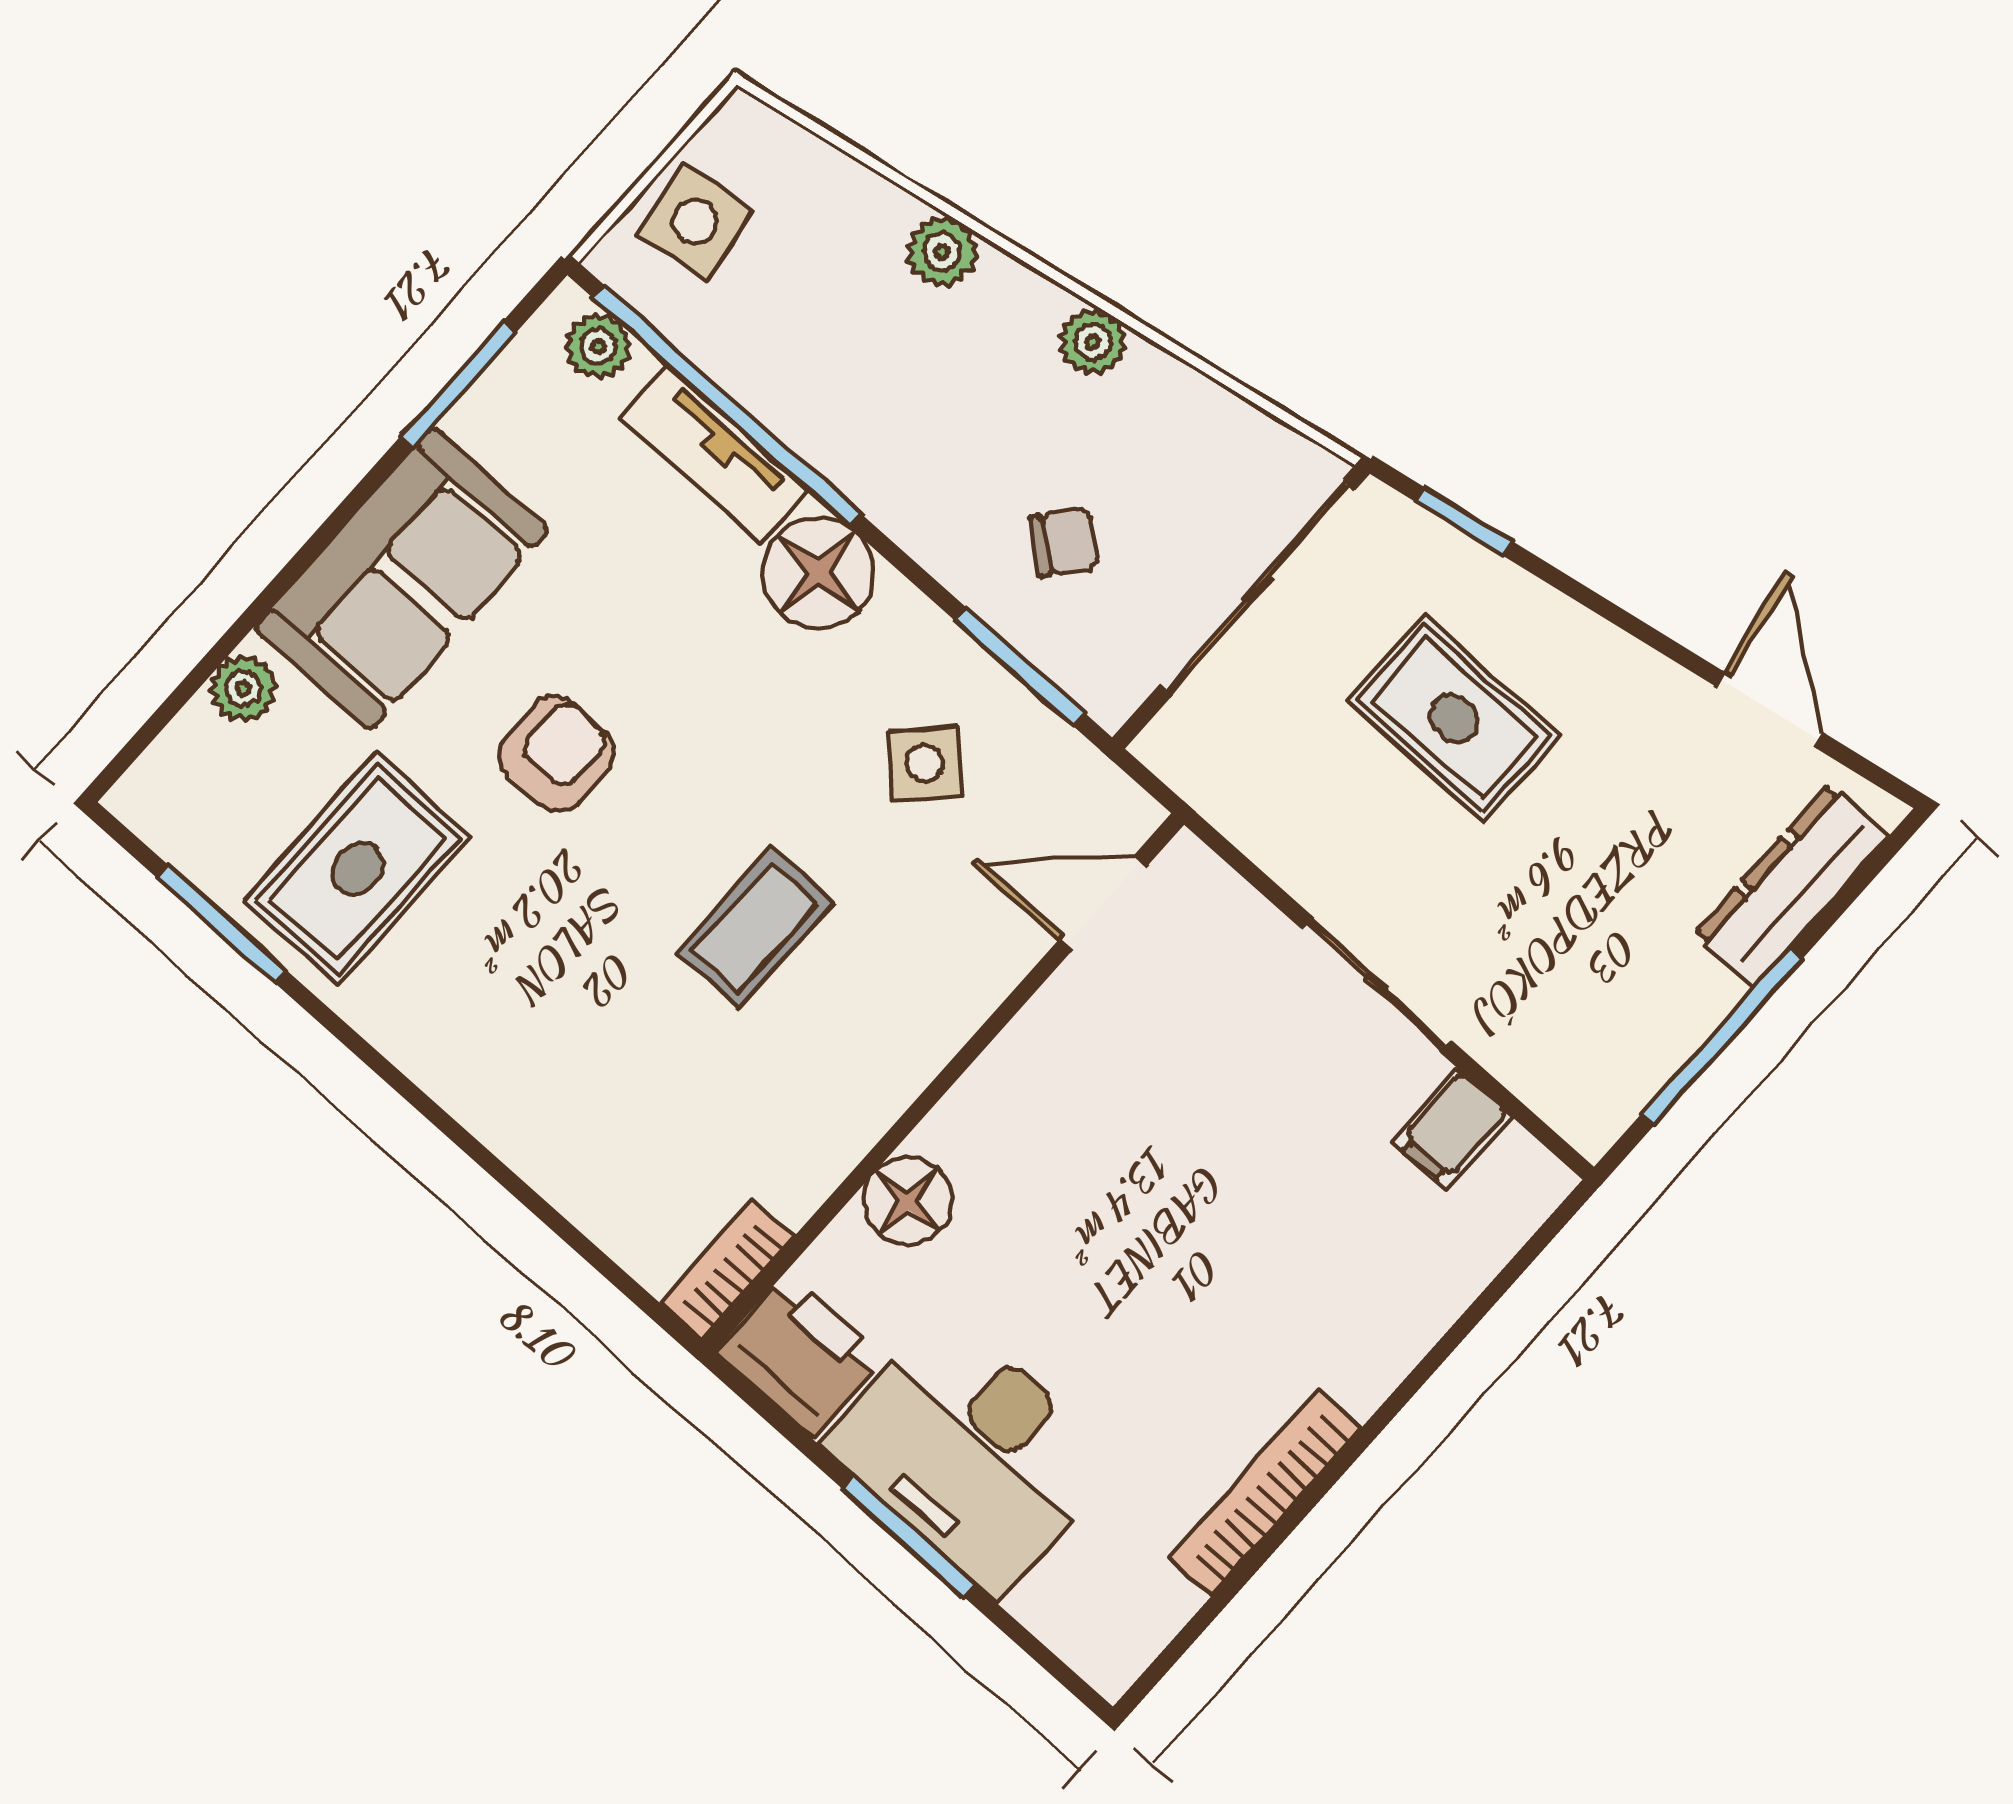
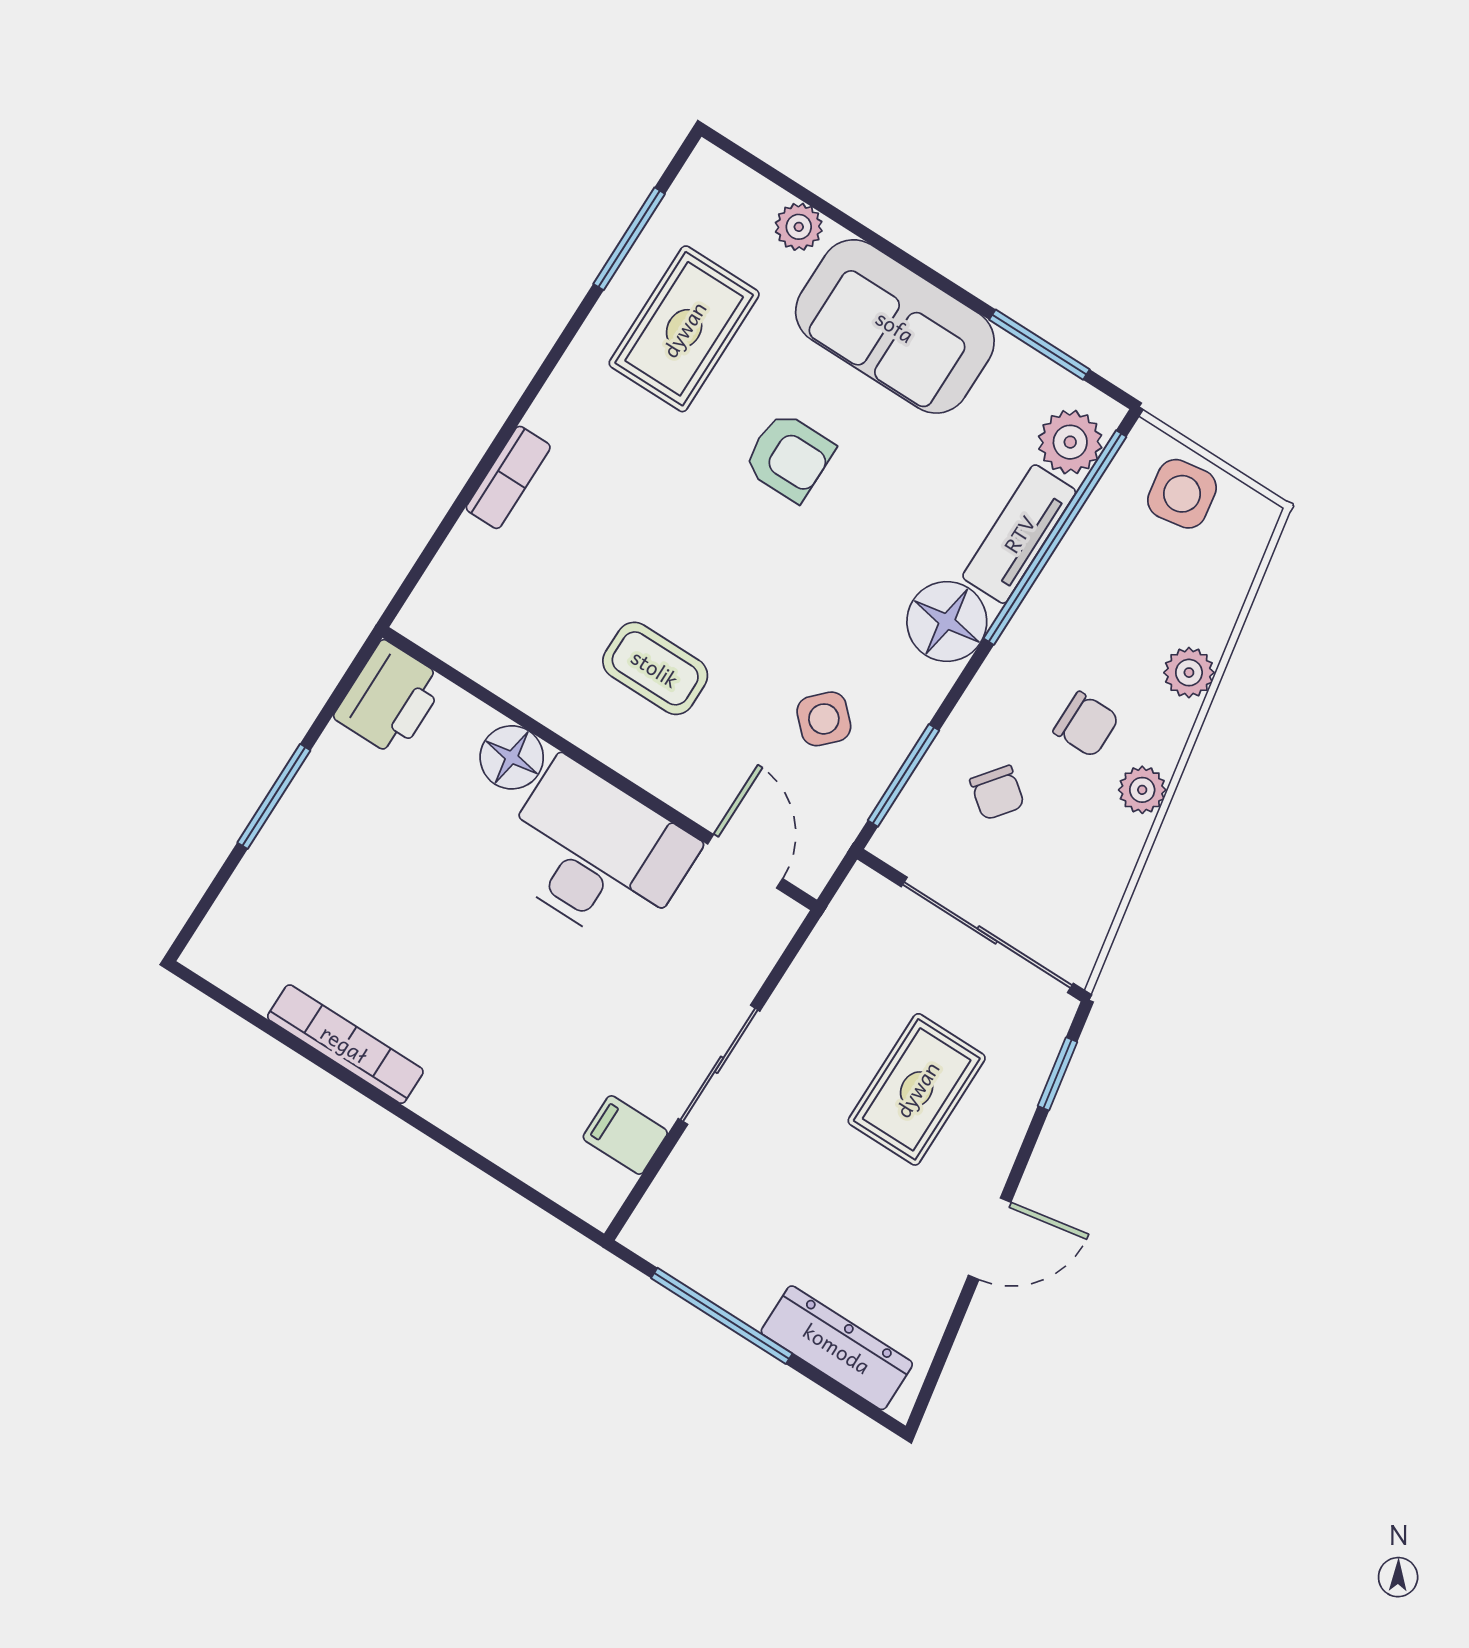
plant: (598, 346) -> (1070, 442), width x1.38, depth x1.38
chair: (990, 404) -> (1086, 724), added
door: (1769, 709) -> (990, 1239), moved
rug: (358, 869) -> (684, 329), turned 90
coffee table: (755, 928) -> (655, 668), moved
bookcase: (727, 1270) -> (508, 477), moved, turned 90
desk: (971, 1453) -> (596, 854), moved, turned 90

